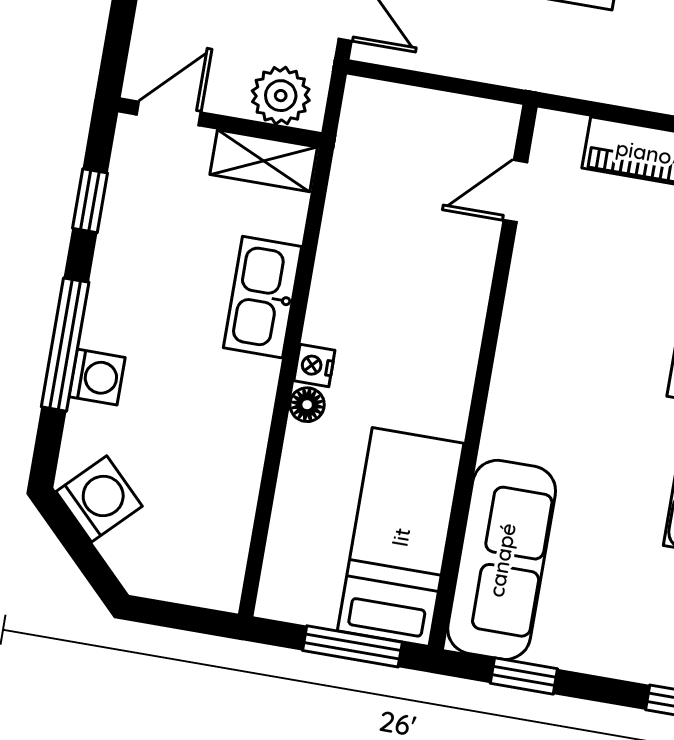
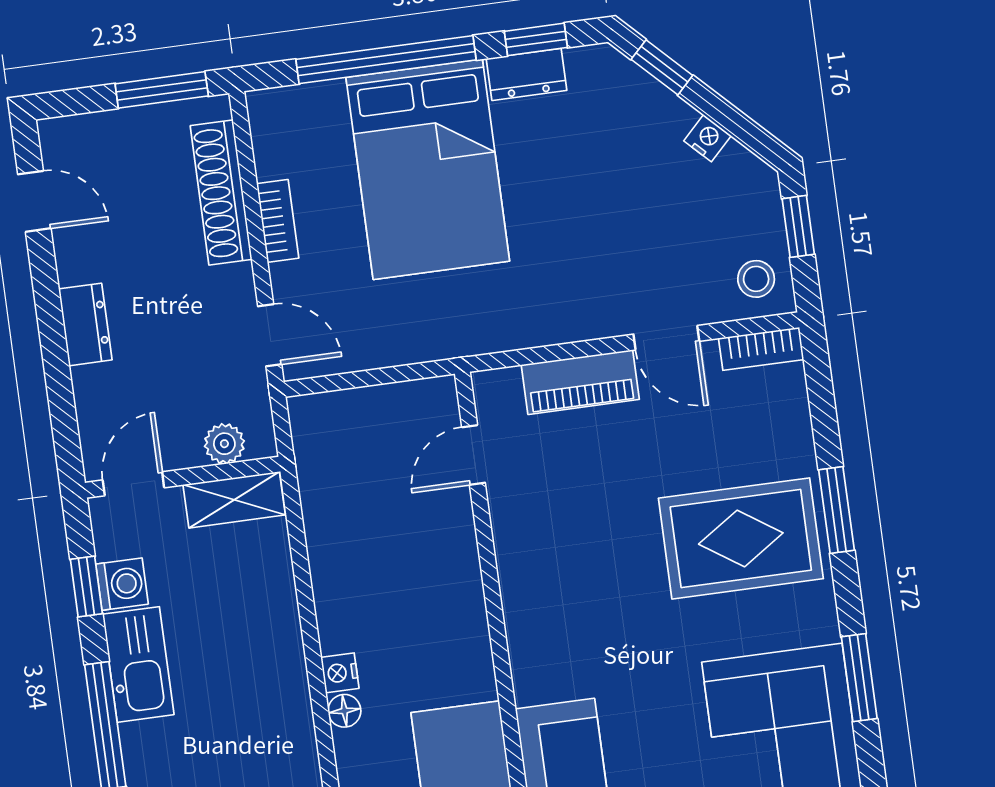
plant: (281, 96) -> (224, 444), width x0.73, depth x0.73
kitchen sink: (263, 297) -> (138, 664), moved, turned 180
washing machine: (97, 377) -> (122, 584), moved

